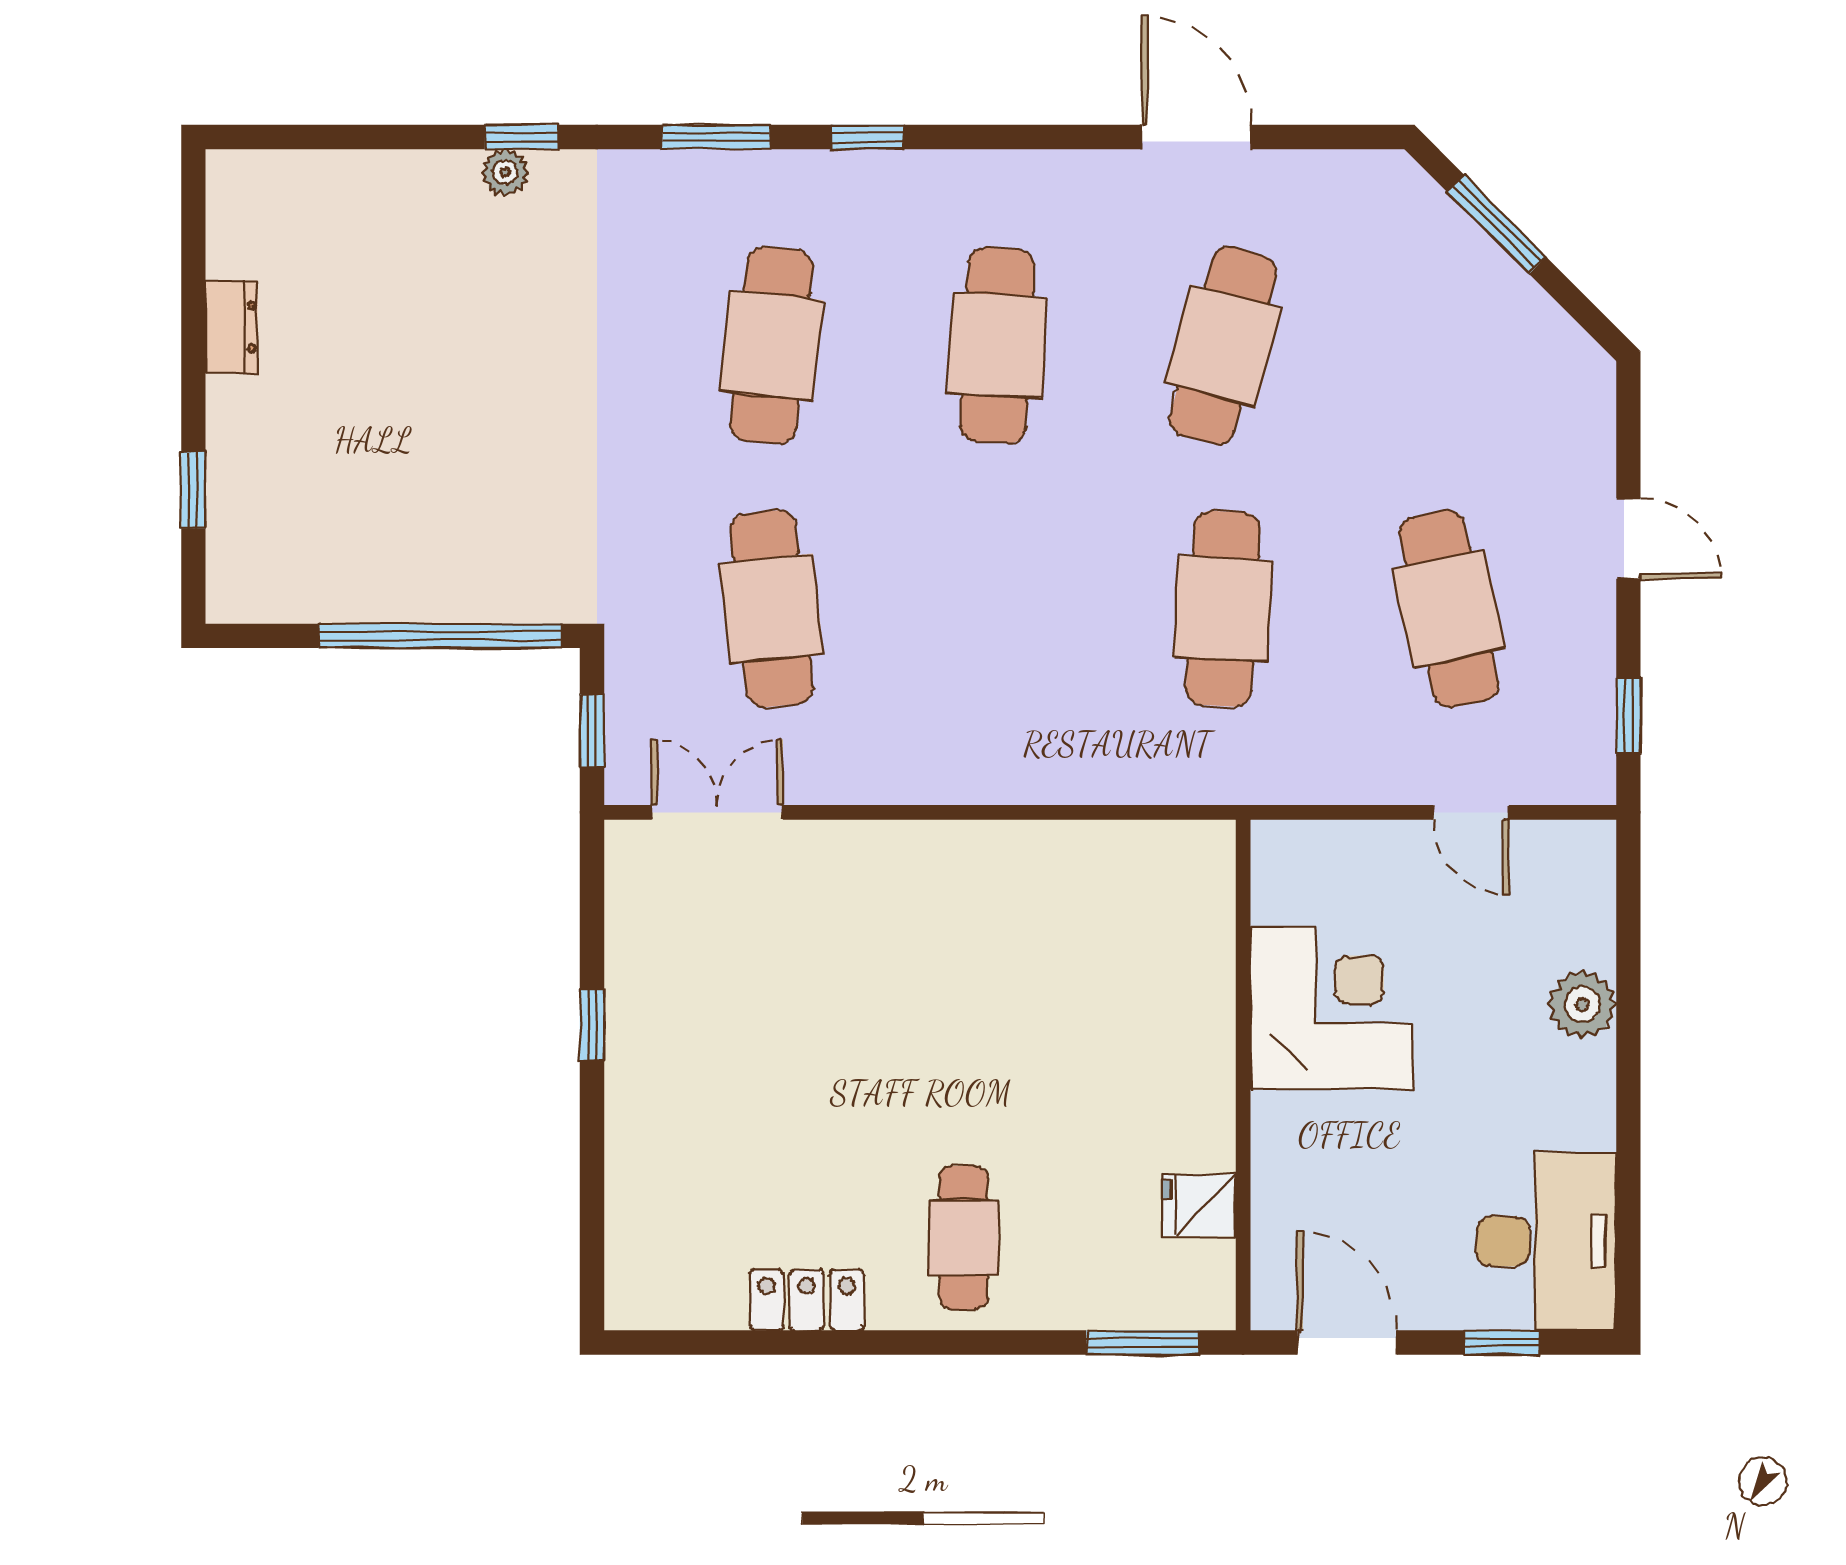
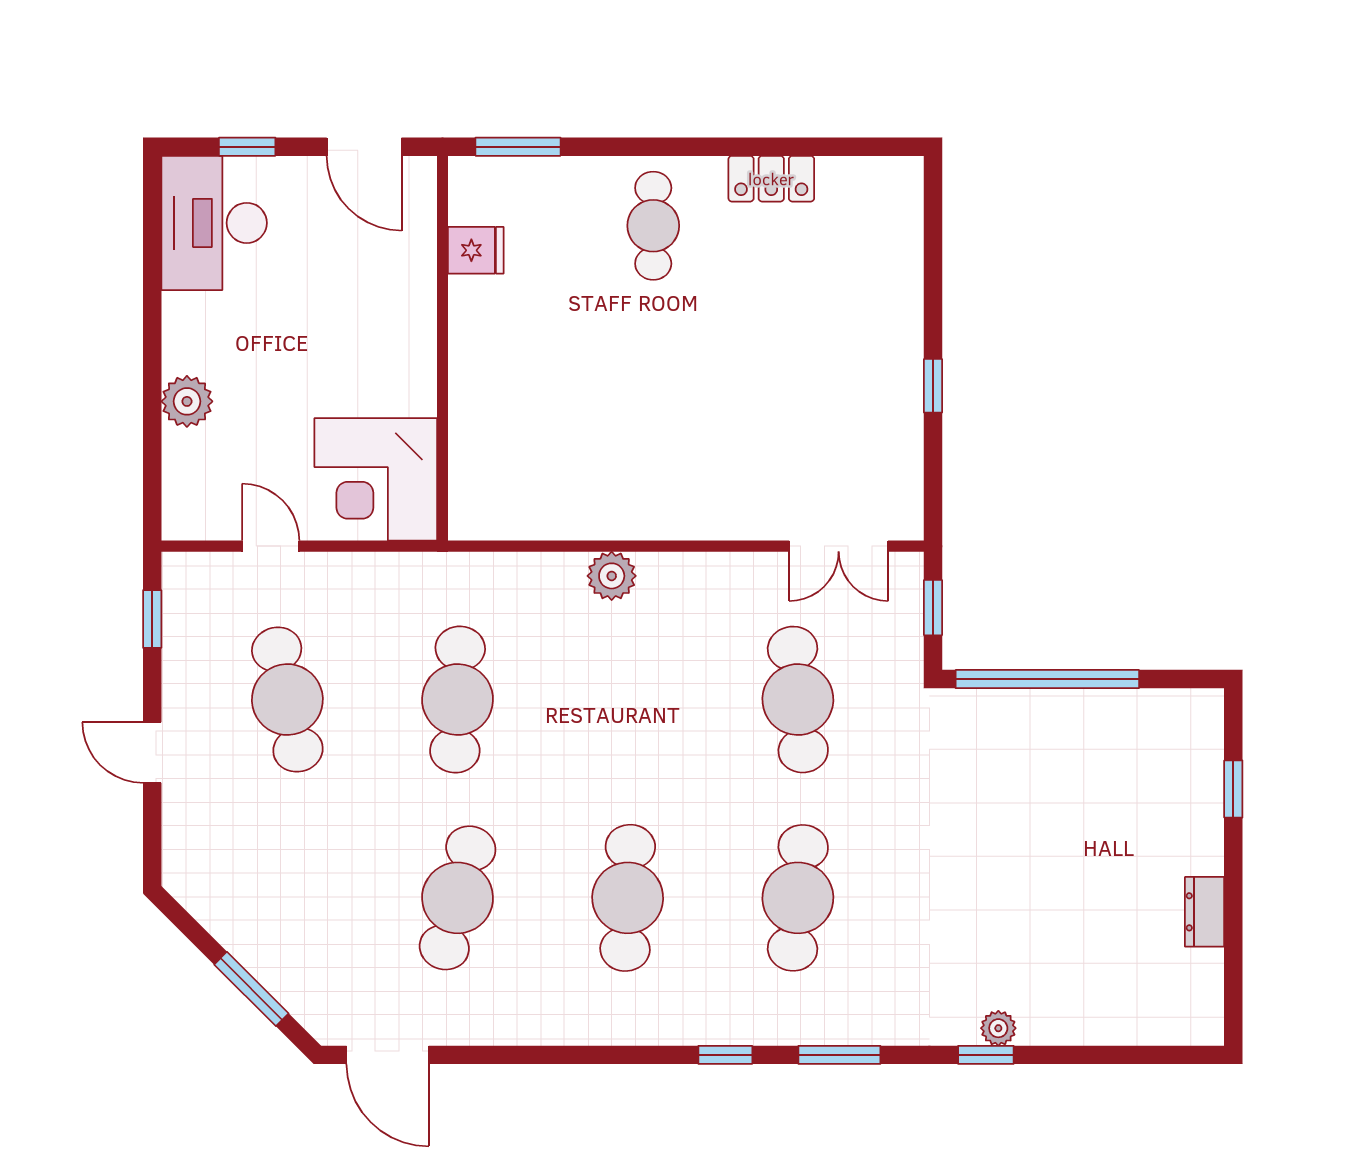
door: (1197, 137) -> (388, 1055), moved
plant: (1018, 773) -> (612, 576), added
corner desk: (1332, 1008) -> (376, 479), moved

